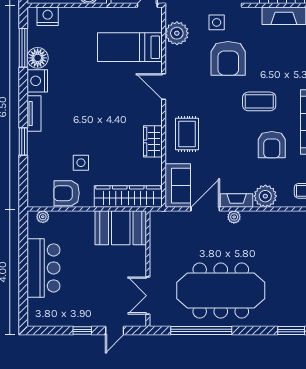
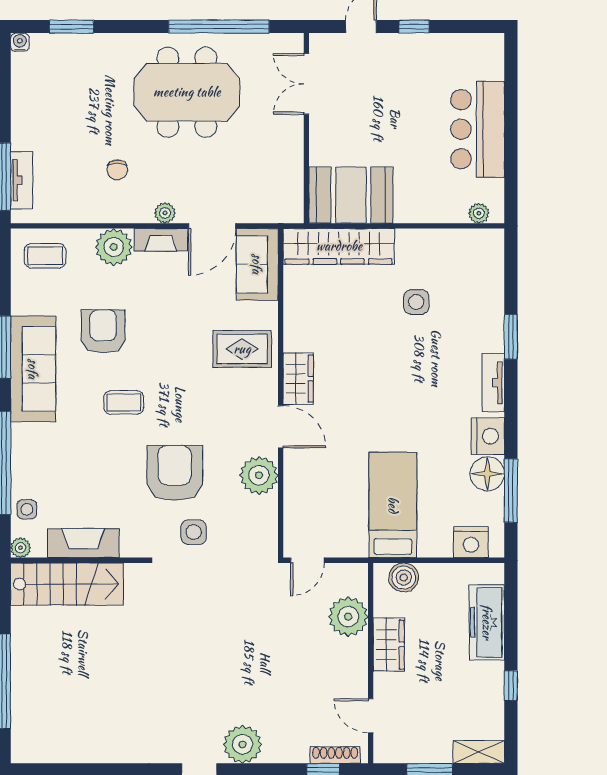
plant: (177, 33) -> (259, 475), moved
bed: (130, 47) -> (393, 505), moved, turned -90
coffee table: (259, 101) -> (124, 402), width x0.73, depth x0.77
rug: (187, 134) -> (242, 349), turned 90
wardrobe: (153, 141) -> (298, 379), moved
armchair: (67, 193) -> (440, 252), removed
chair: (263, 243) -> (117, 170), added
meeting table: (221, 291) -> (187, 92), width x0.73
double door: (148, 296) -> (306, 84), swing flipped

